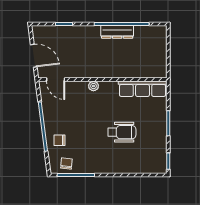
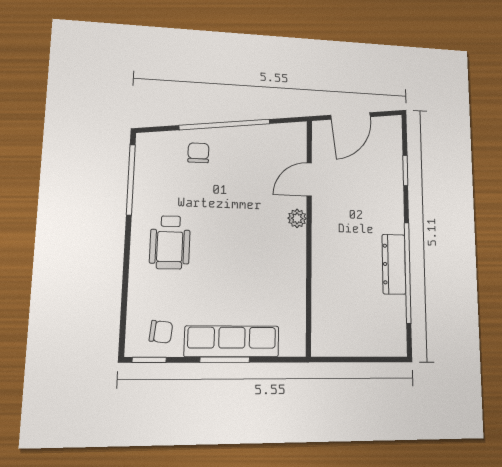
door: (56, 79) -> (309, 180), moved
row of seats: (143, 89) -> (232, 341), moved, turned 90
wheelchair: (122, 132) -> (170, 242), moved
chair: (66, 163) -> (161, 332), moved

